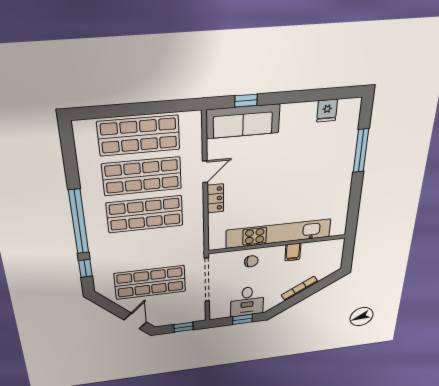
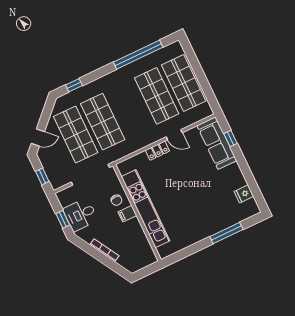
shop shelf: (145, 214) -> (103, 122), moved
window: (79, 222) -> (138, 55), moved
filing cabinet: (293, 252) -> (127, 214), moved

